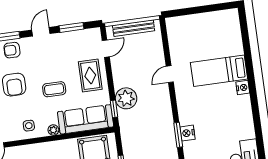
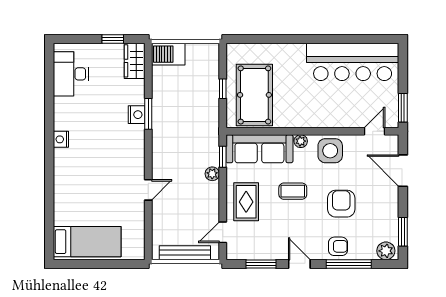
door: (41, 32) -> (299, 264), swing flipped
bed: (219, 71) -> (87, 242), moved
nightstand: (243, 88) -> (61, 139), moved
plant: (126, 98) -> (212, 174), width x0.53, depth x0.53
side table: (29, 126) -> (330, 151), width x1.87, depth x1.87

